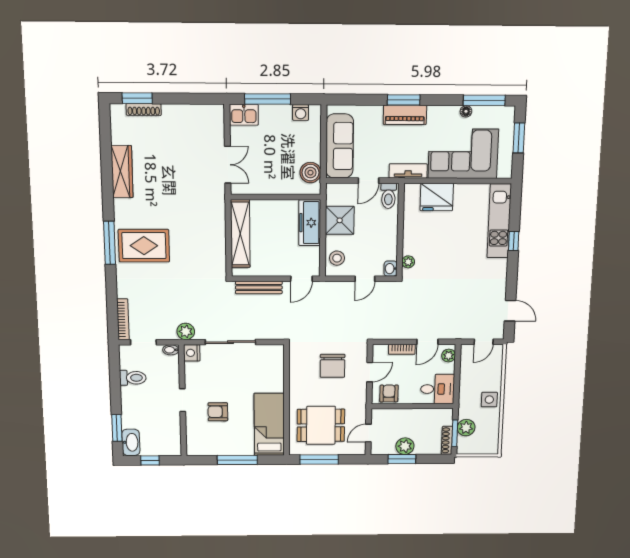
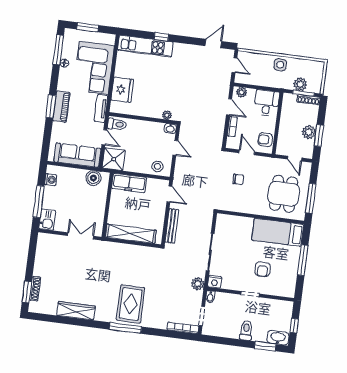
shower: (340, 220) -> (114, 159), moved
chair: (333, 366) -> (238, 179), width x0.54, depth x0.54
toilet: (133, 378) -> (246, 330), moved

